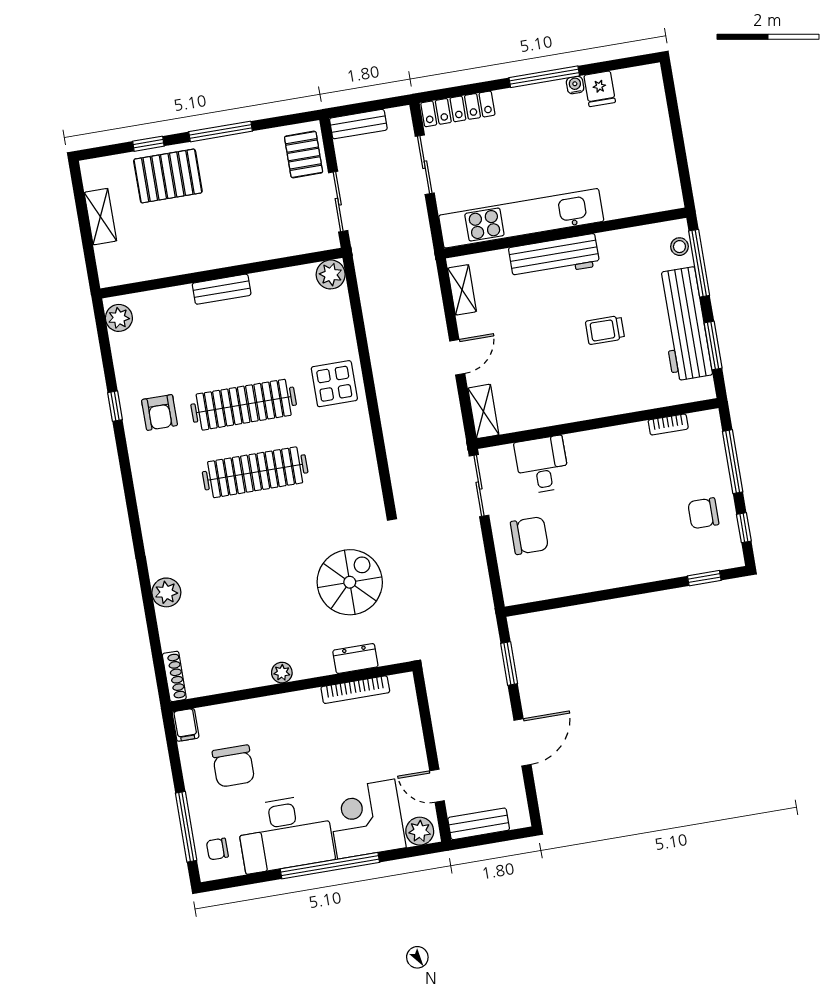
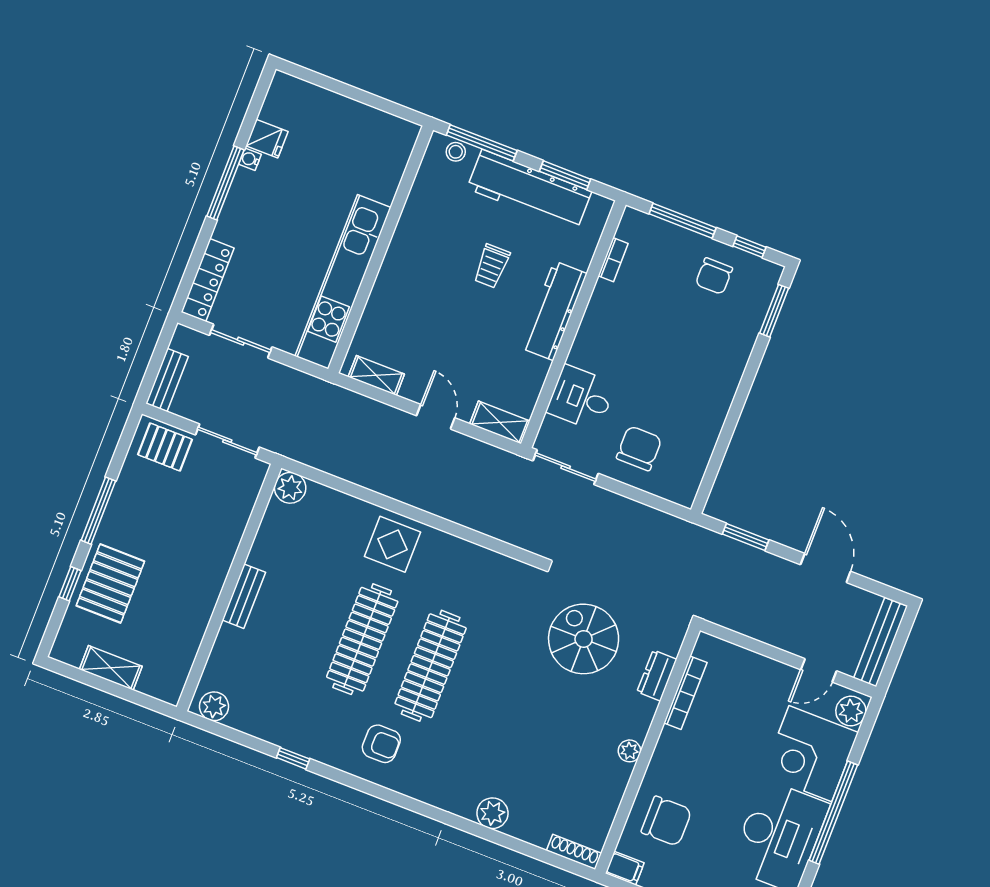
workbench: (554, 257) -> (554, 311), moved, turned 180
armchair: (160, 413) -> (381, 744), moved
window: (704, 578) -> (774, 311), width x1.50
chair: (233, 766) -> (666, 821), moved
bench: (479, 824) -> (881, 642), width x1.36

